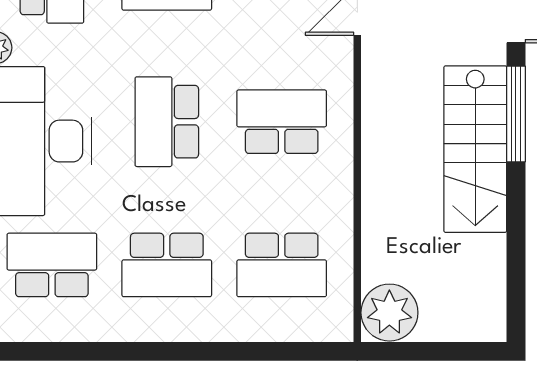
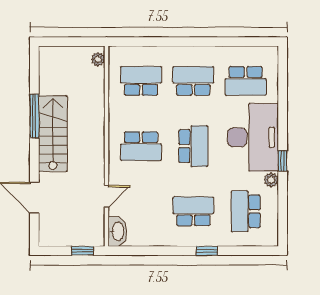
window: (516, 114) -> (34, 116), moved
plant: (389, 313) -> (98, 59), width x0.53, depth x0.53

